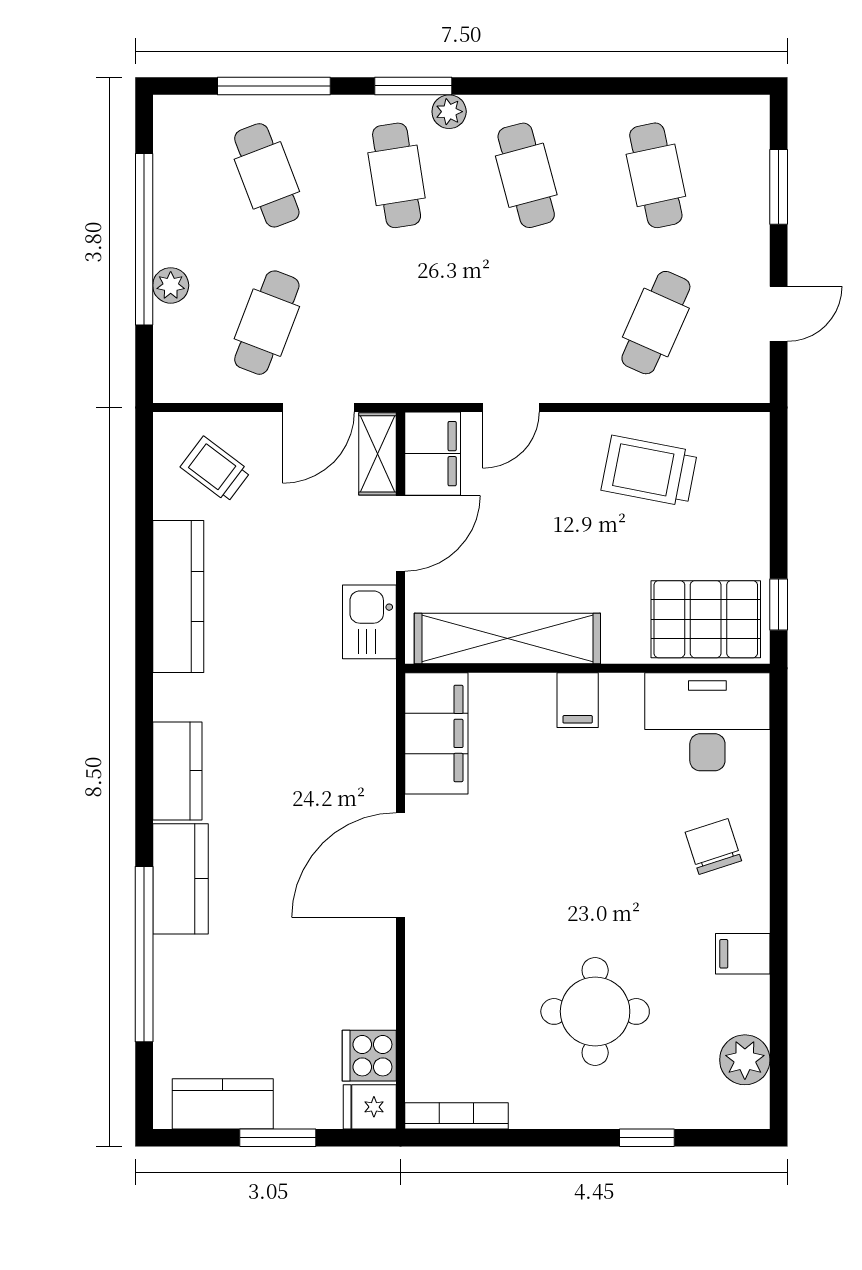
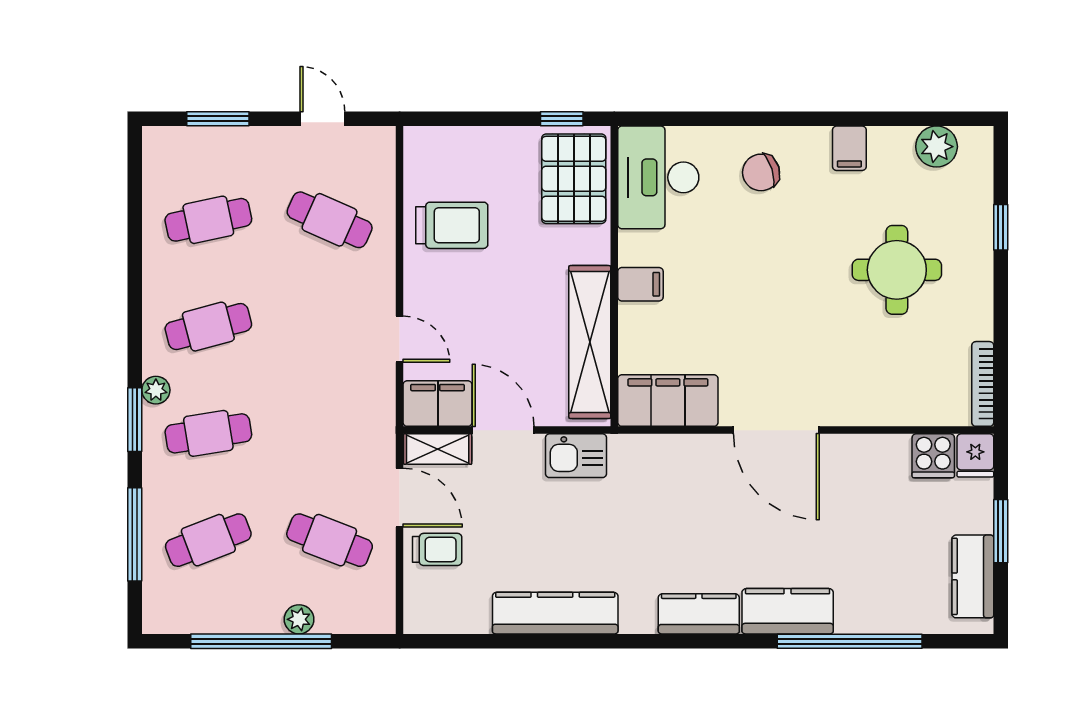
trolley: (215, 469) -> (437, 549), moved, turned -127
trolley: (649, 471) -> (452, 225), turned -101

